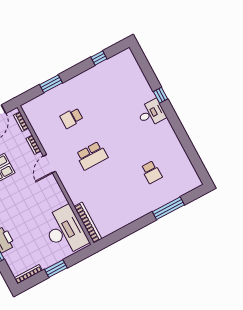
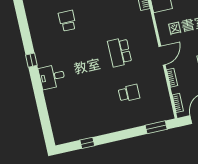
window: (51, 84) -> (156, 127), moved
window: (161, 95) -> (31, 60), moved
school desk: (92, 156) -> (120, 52), turned -90

